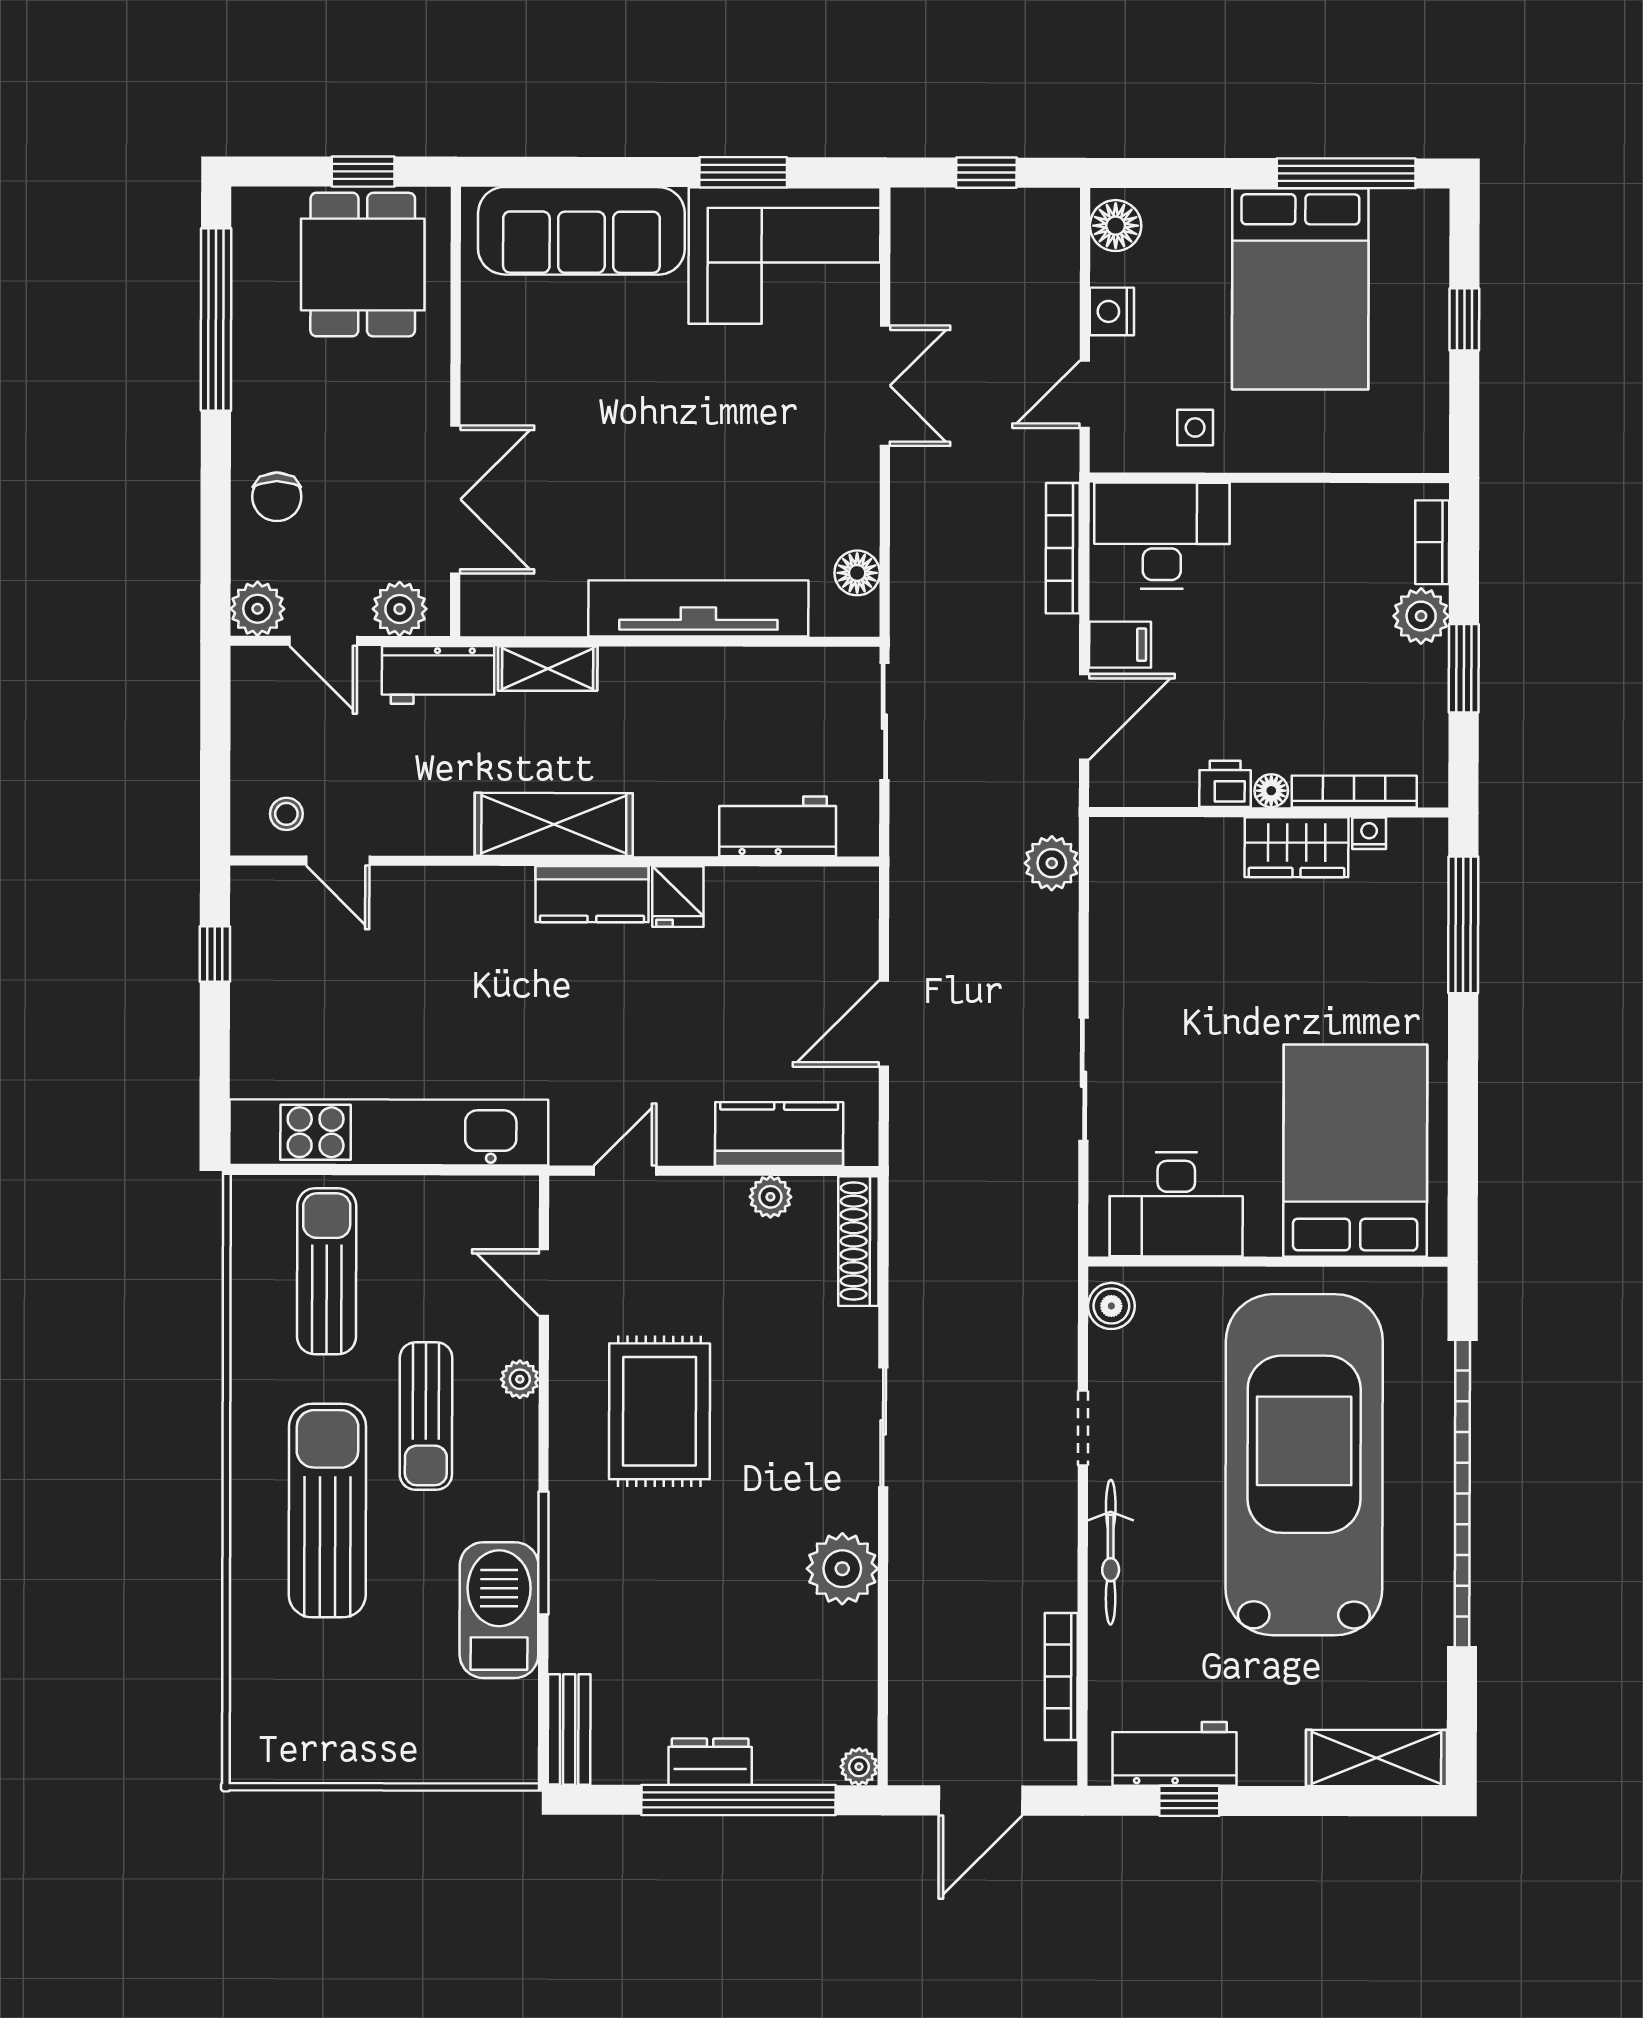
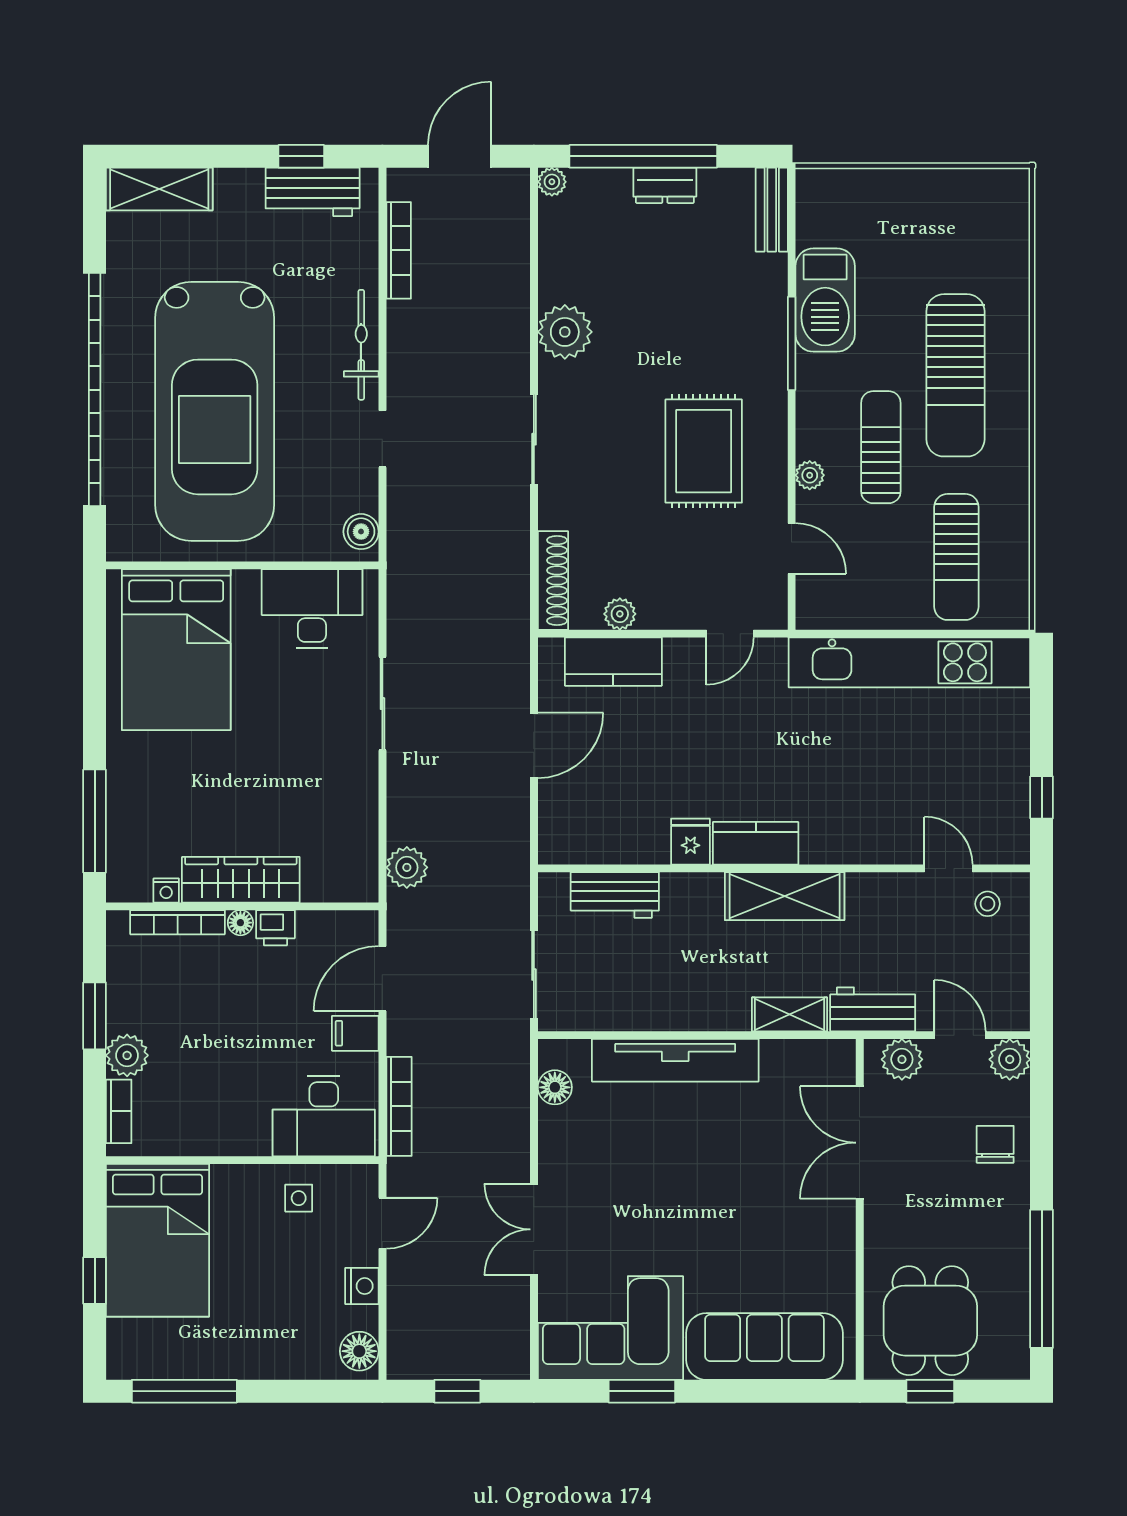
bed: (1300, 289) -> (158, 1240), moved, turned 180
wardrobe: (1297, 847) -> (241, 880), width x1.50

